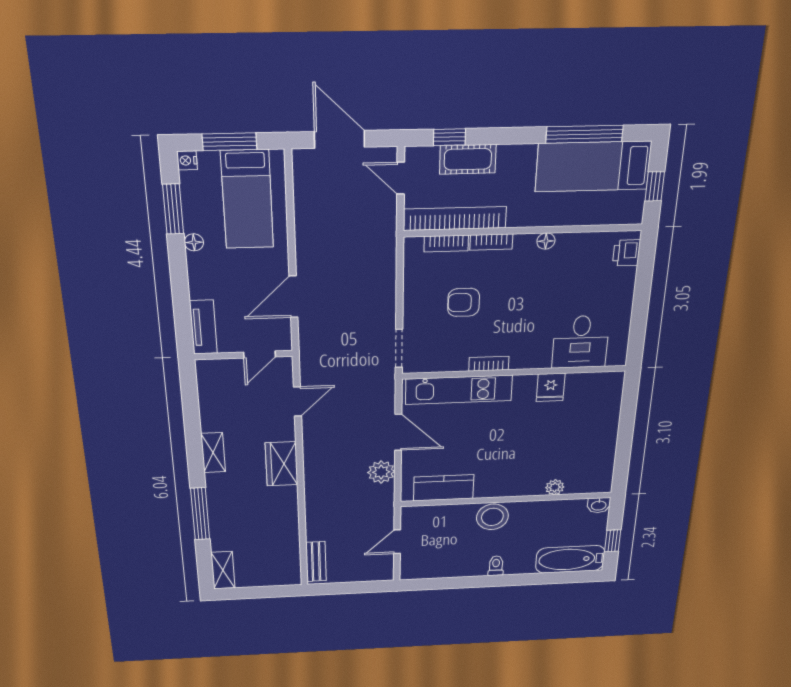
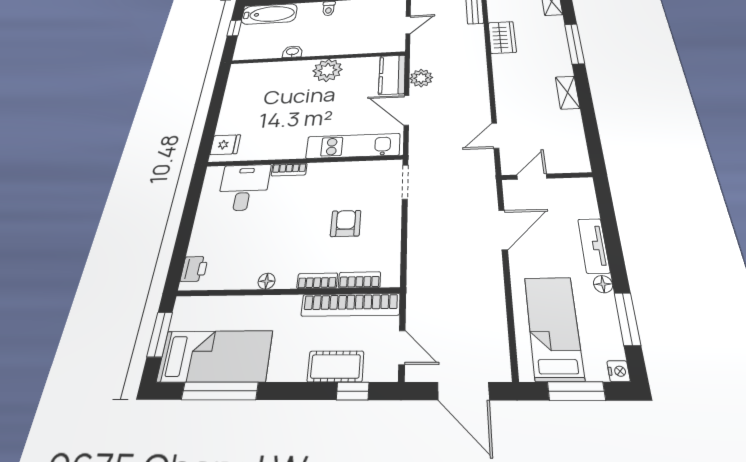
window: (655, 186) -> (160, 334), width x1.50
armchair: (464, 302) -> (346, 223), turned -90
tv unit: (203, 327) -> (594, 246), moved
bookcase: (489, 364) -> (289, 170), moved
fridge: (551, 387) -> (225, 145), moved, turned 90
wardrobe: (282, 464) -> (502, 37), moved
plant: (555, 487) -> (327, 70), moved, width x1.88, depth x1.88
kitchen counter: (444, 488) -> (392, 75), moved, turned 90
washbasin: (599, 505) -> (292, 52), moved
stool: (492, 517) -> (329, 44), removed

